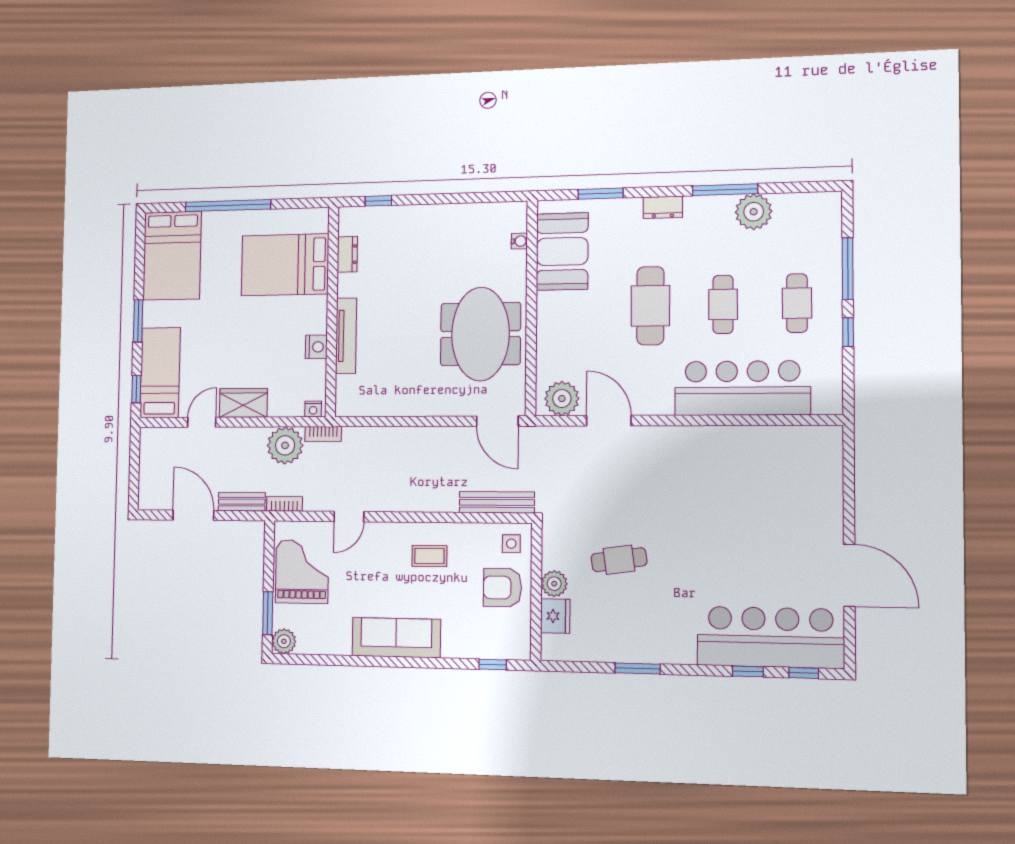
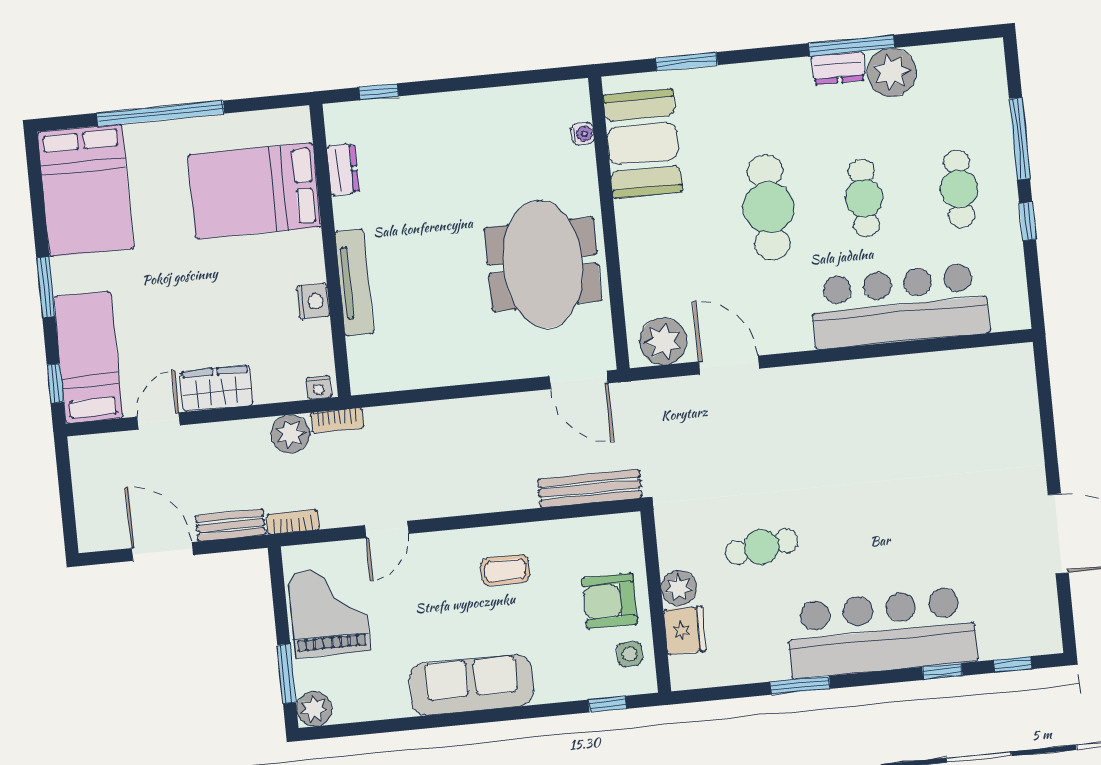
dresser: (663, 207) -> (838, 68), moved
plant: (285, 445) -> (290, 434), width x0.73, depth x0.73
side table: (511, 544) -> (630, 654), moved
bar counter: (770, 637) -> (882, 633), moved

